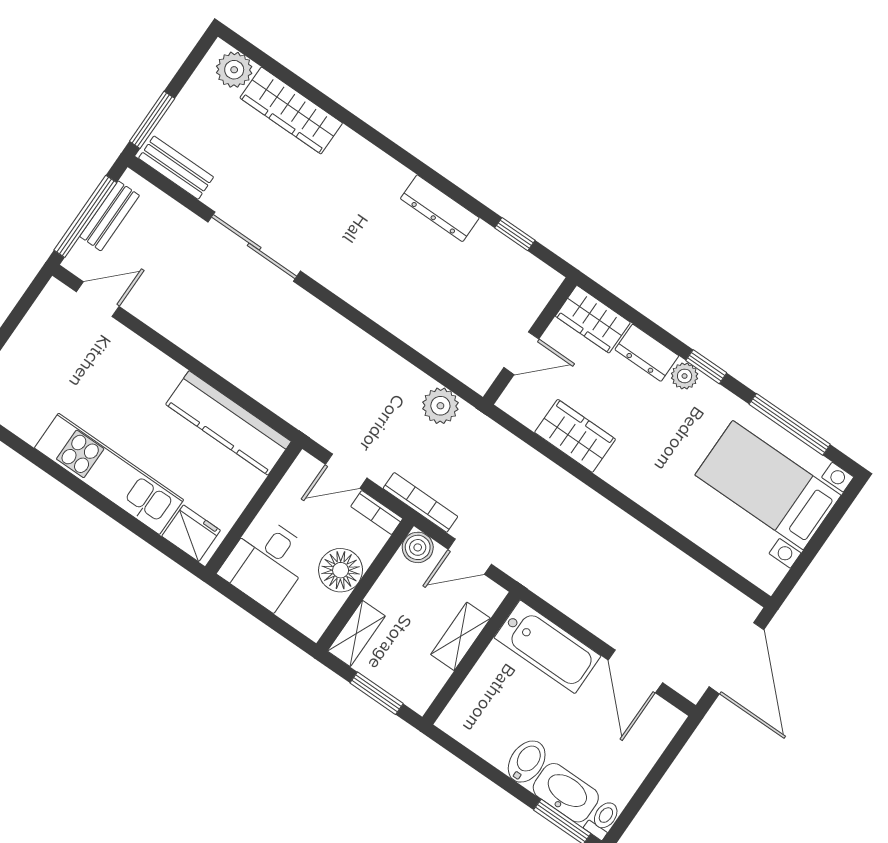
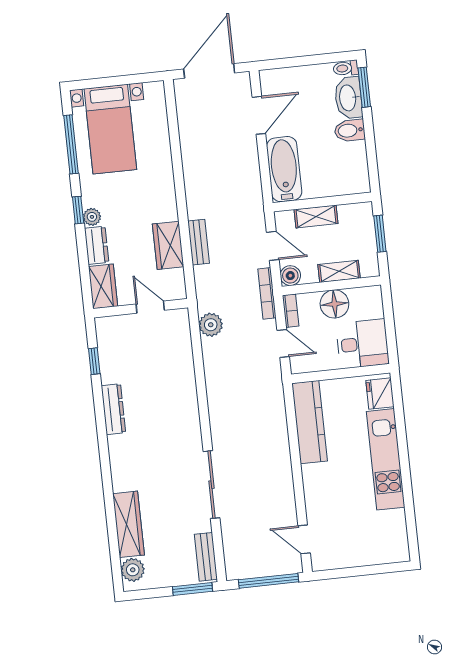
bench: (110, 216) -> (198, 242), moved, turned 90
shelving: (356, 633) -> (339, 271), moved

